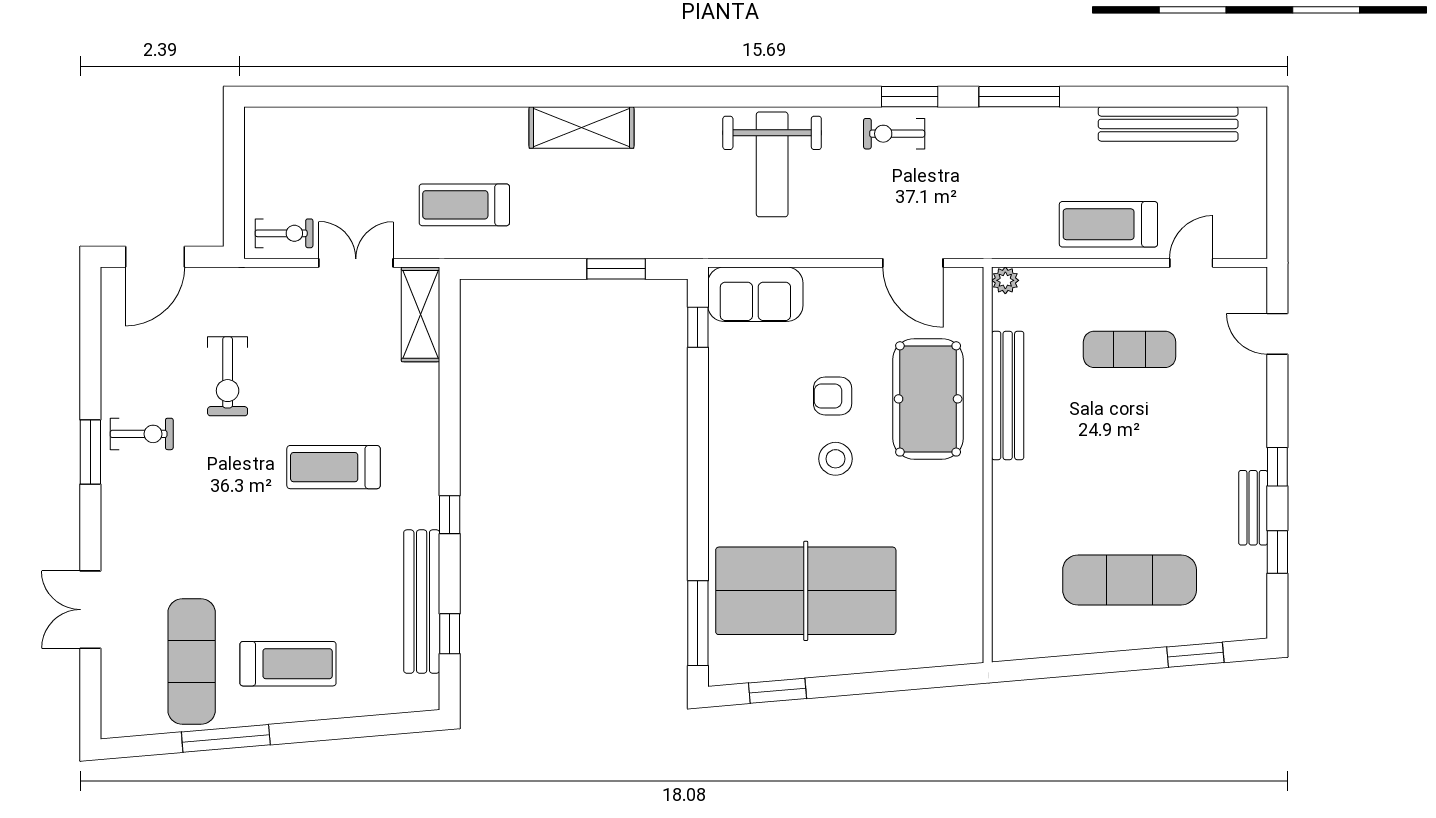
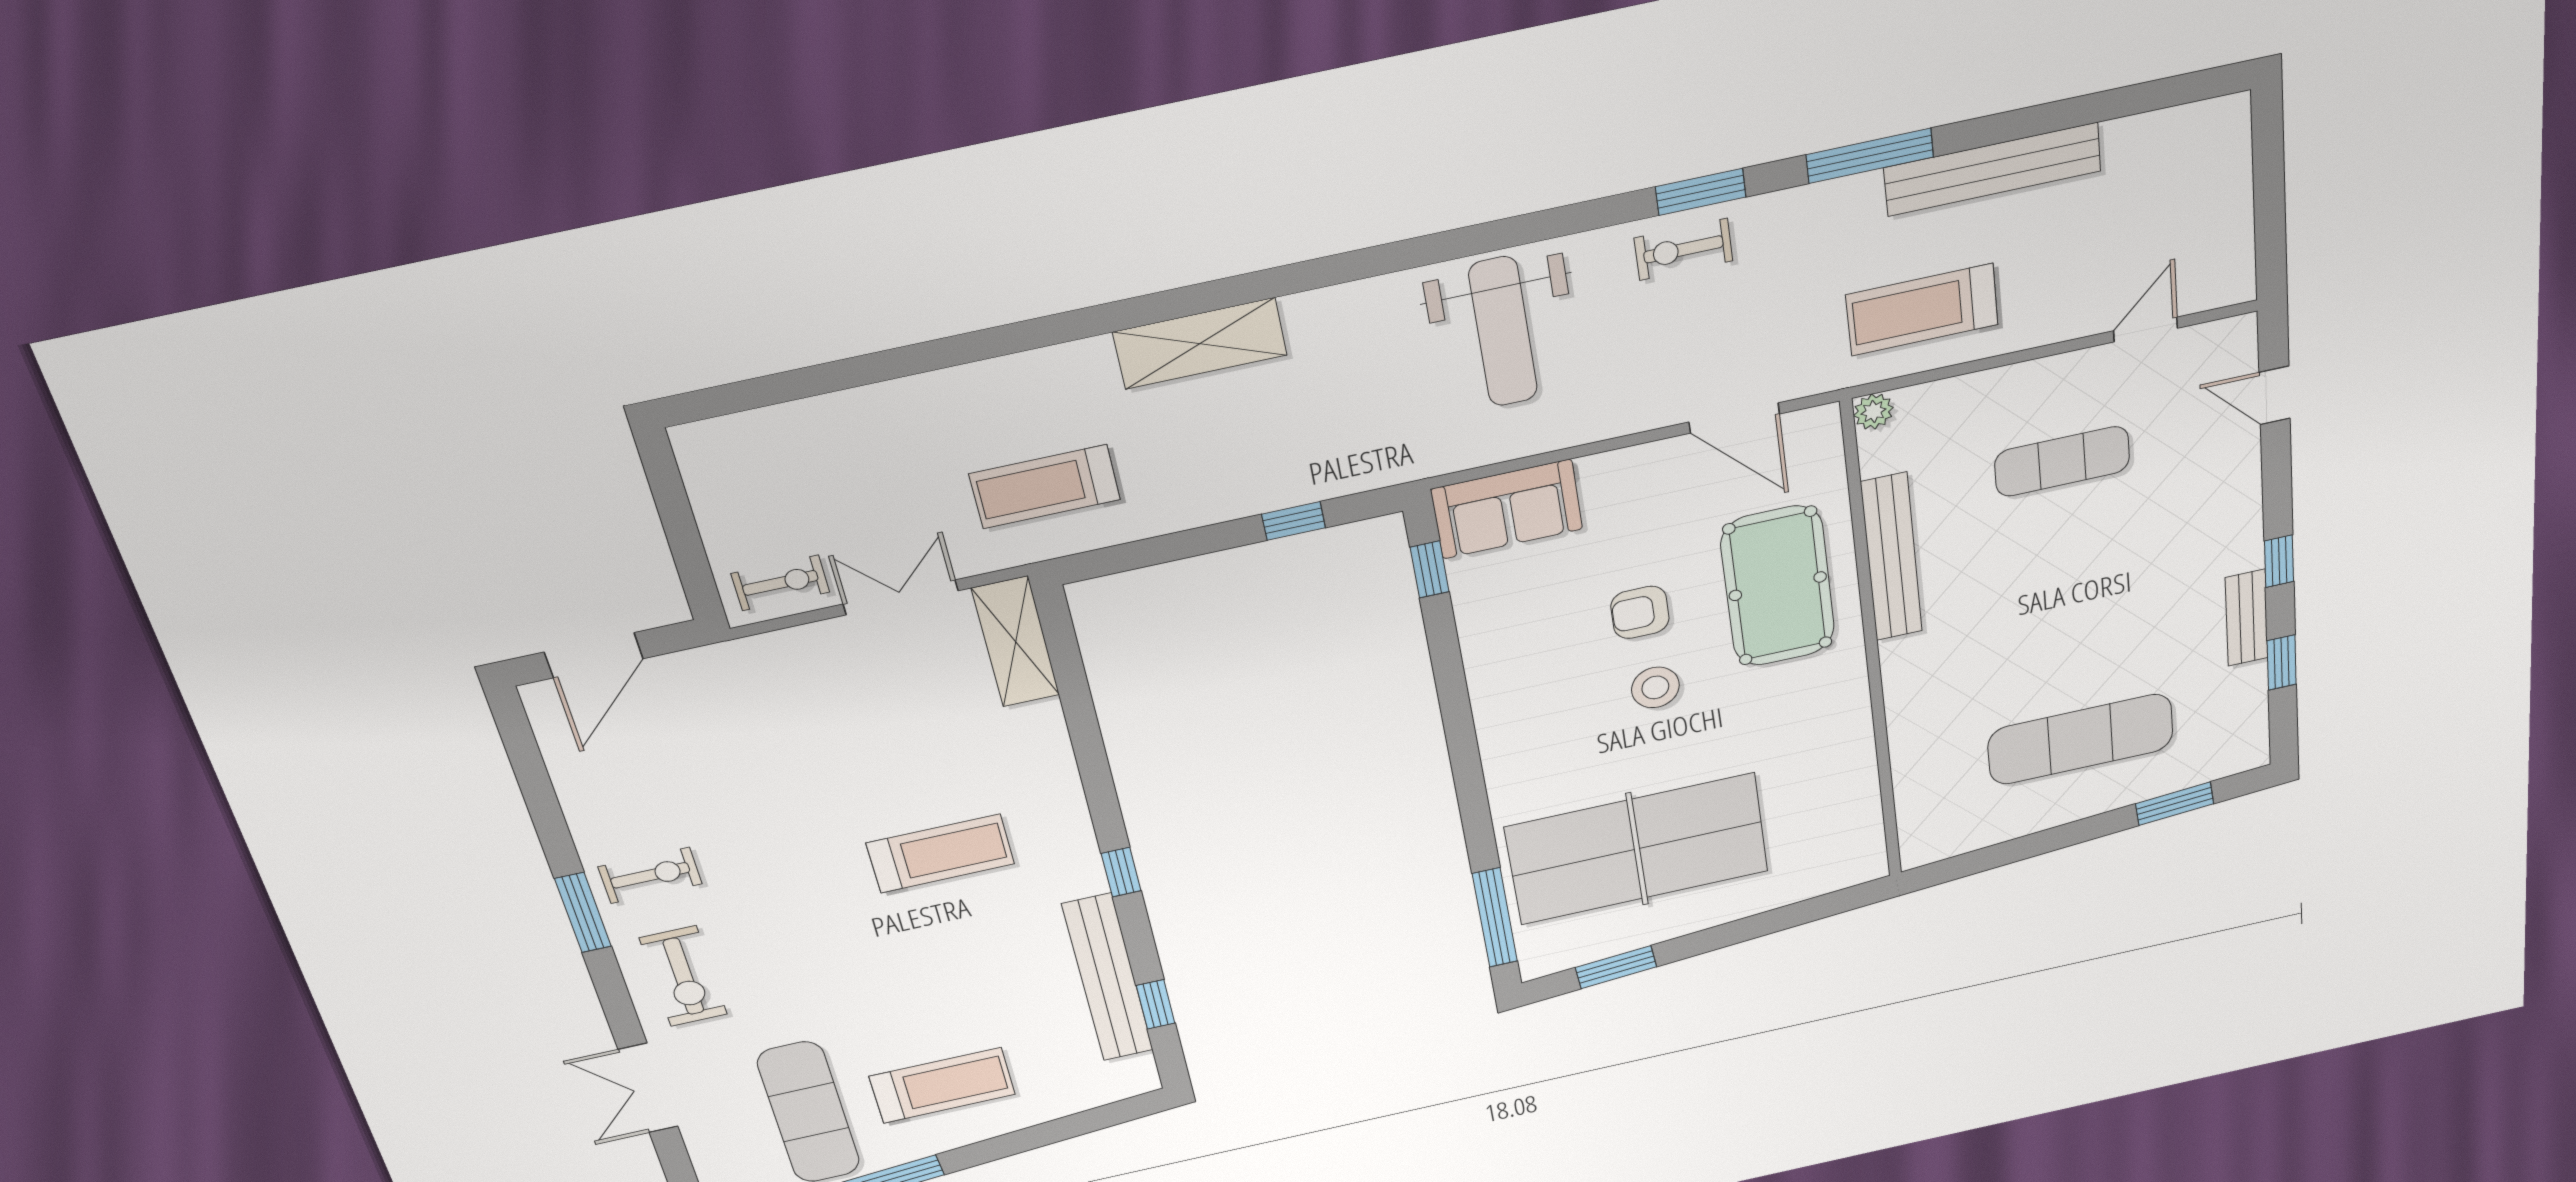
bench: (1168, 124) -> (1992, 169), moved
treadmill: (1108, 224) -> (1922, 310), moved
window: (616, 269) -> (1294, 521), width x0.67
exercise bike: (228, 376) -> (683, 976), moved
treadmill: (334, 467) -> (940, 853), turned 180

